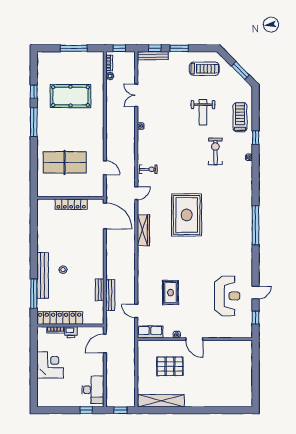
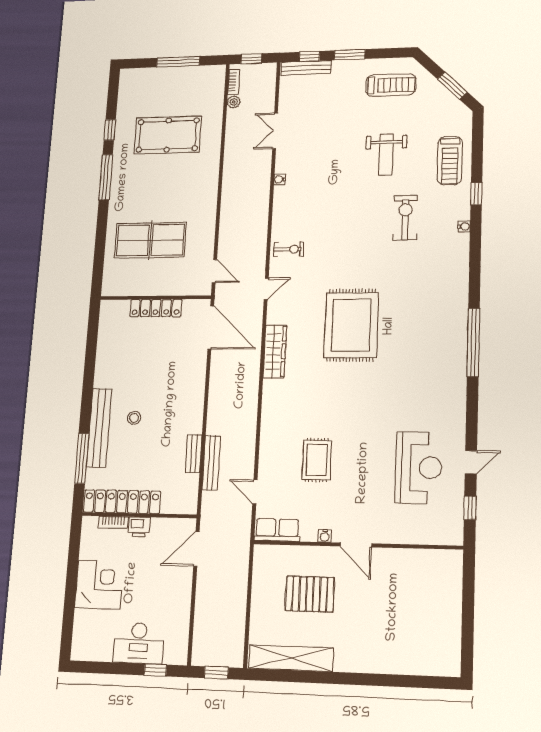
treadmill: (240, 117) -> (450, 161), turned 180
door: (105, 168) -> (214, 271), moved
desk: (93, 390) -> (139, 643), moved, turned 90

